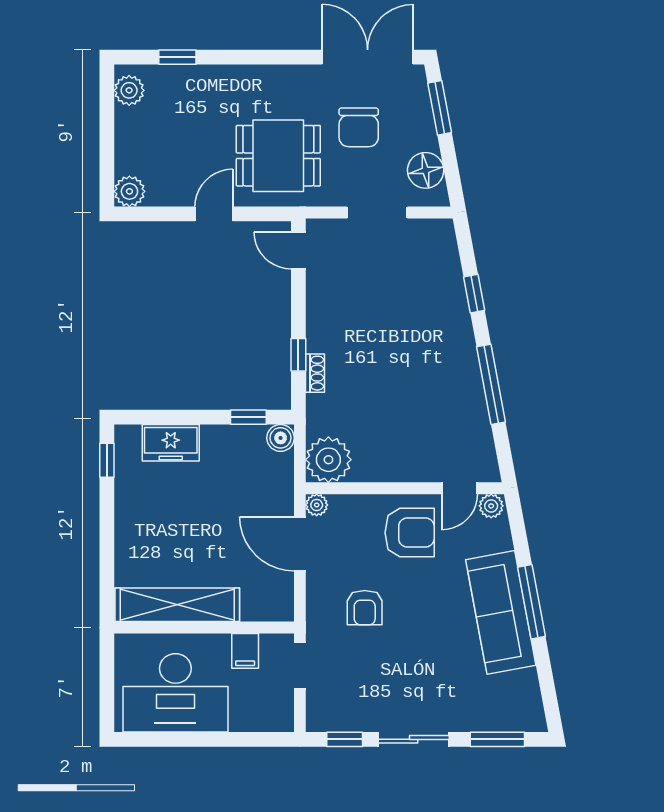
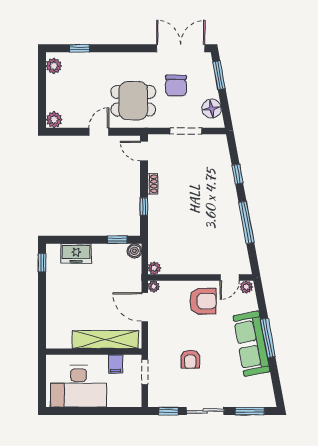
shoe rack: (315, 373) -> (153, 184), moved
plant: (328, 460) -> (154, 268), width x0.53, depth x0.53
shelving: (177, 605) -> (105, 340), moved
armchair: (365, 608) -> (190, 359), moved

